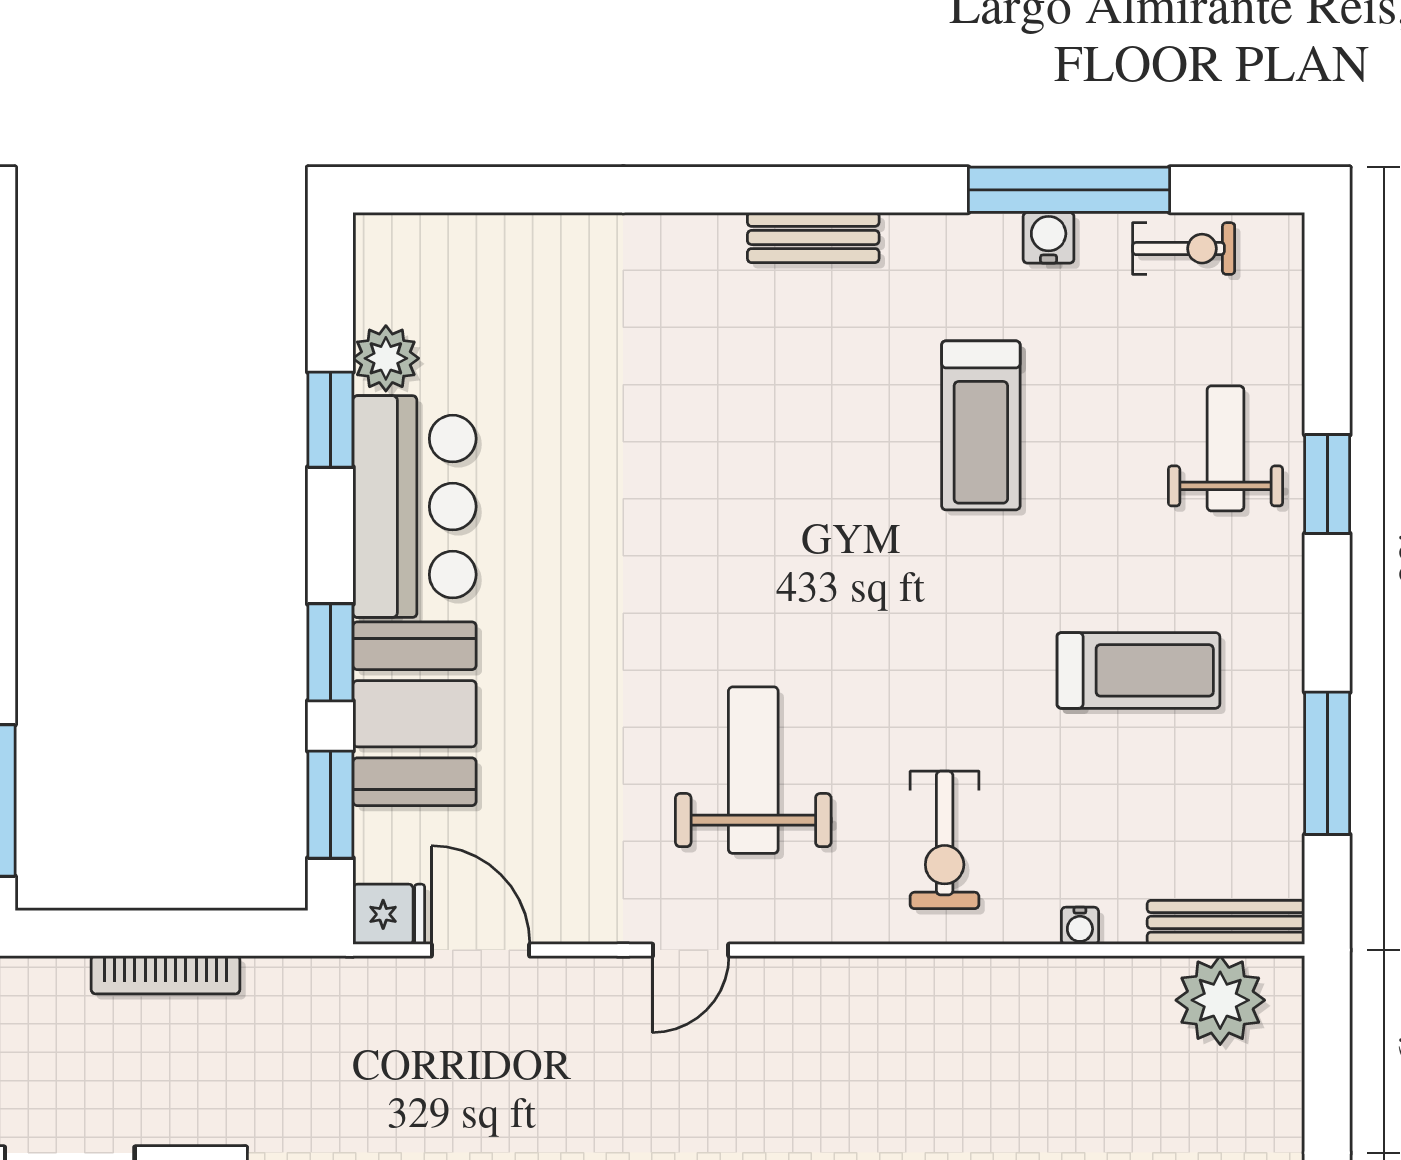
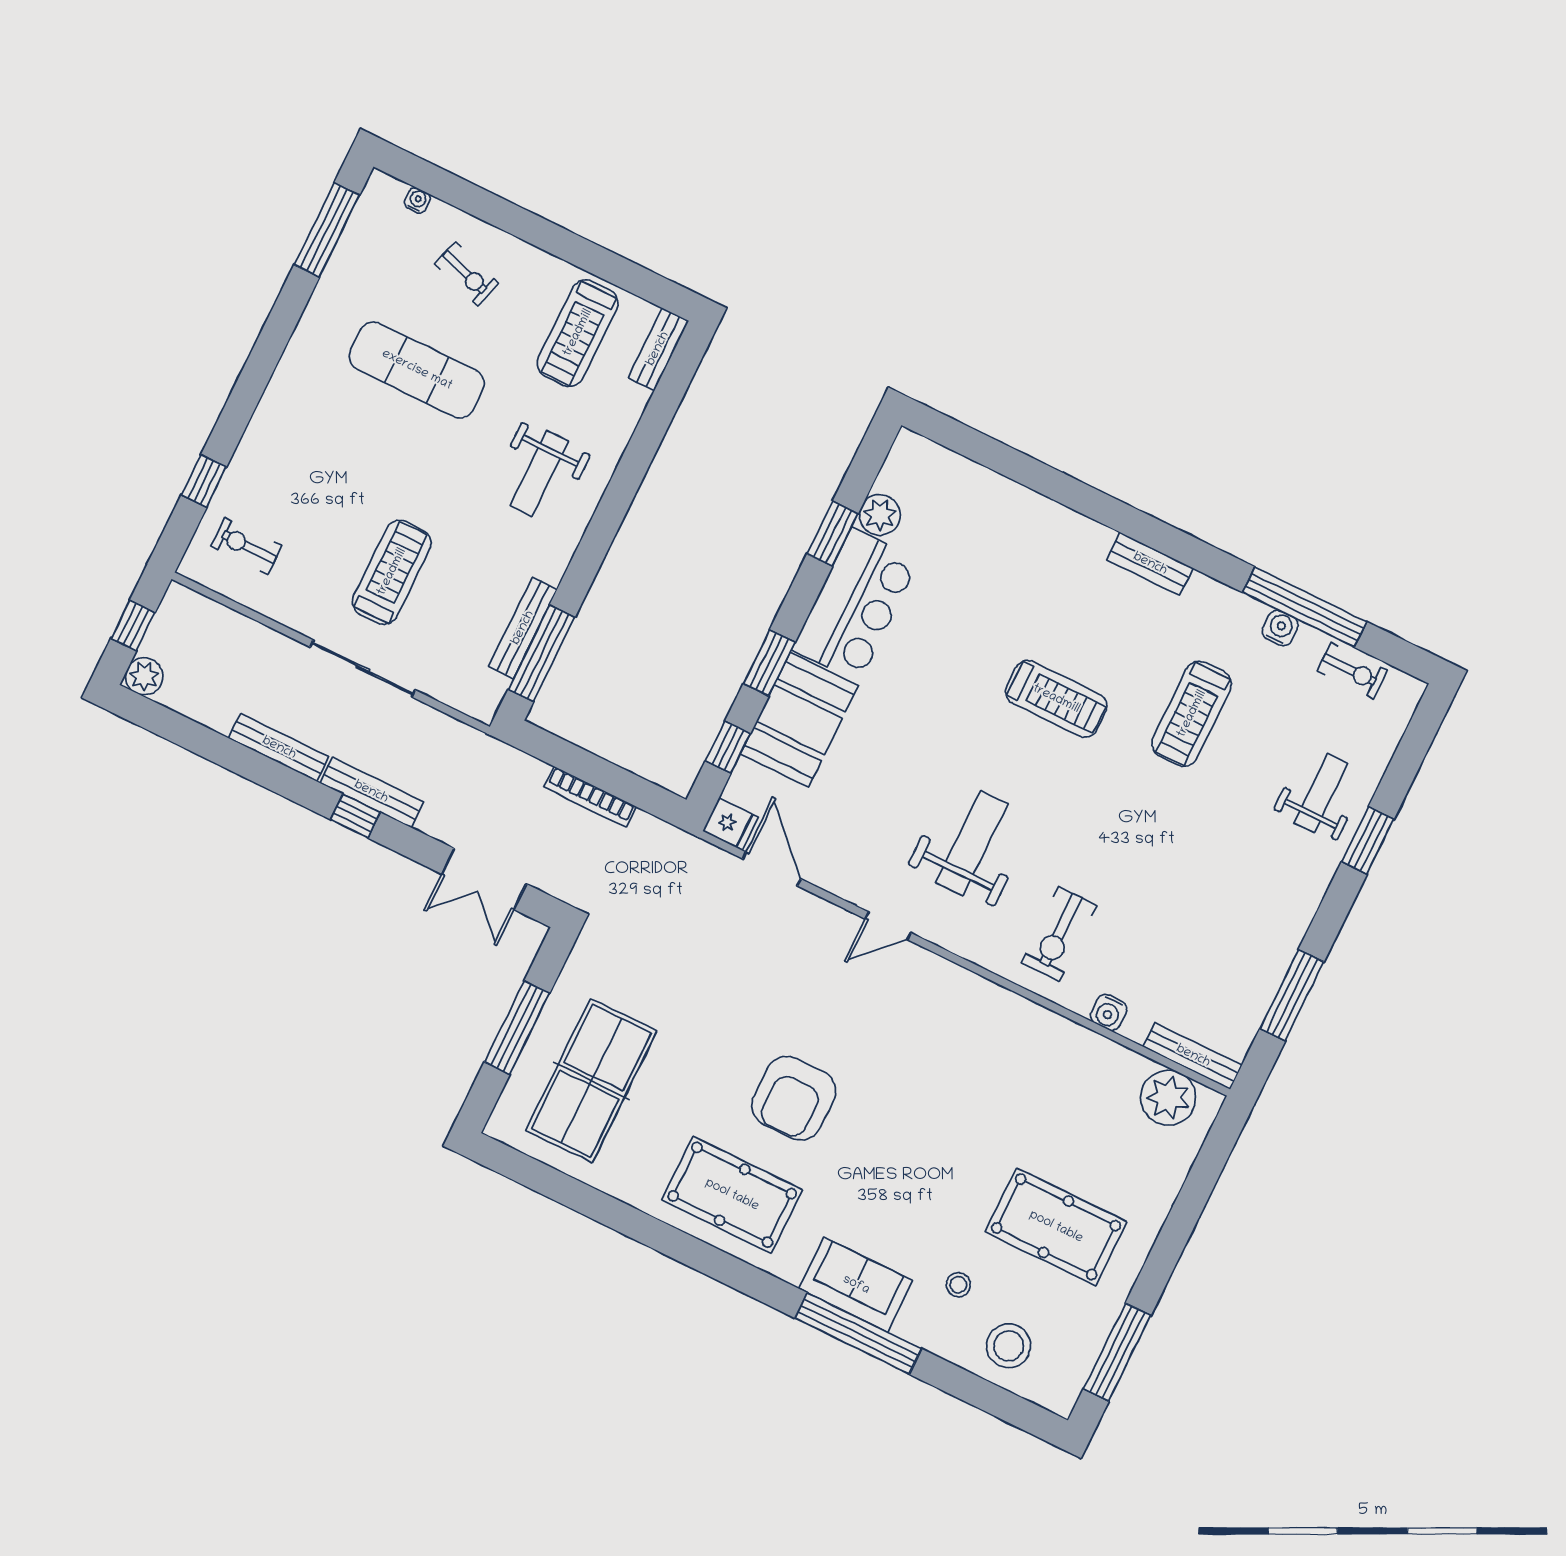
treadmill: (1138, 670) -> (1056, 699), moved
window: (330, 805) -> (728, 747), width x0.67
water cooler: (1080, 926) -> (1109, 1012), width x1.38, depth x1.38

